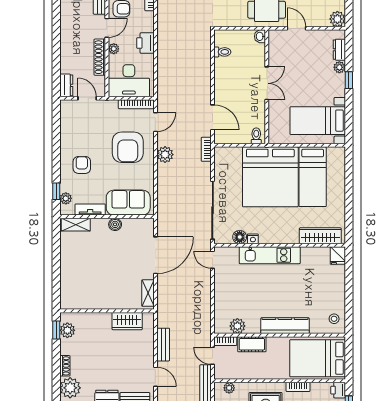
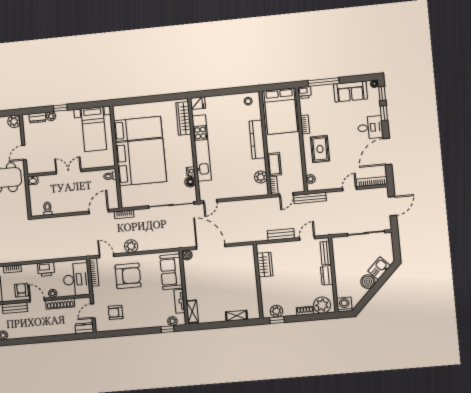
armchair: (82, 165) -> (116, 312), moved
boiler: (115, 224) -> (187, 255), moved
kitchen unit: (270, 255) -> (202, 148), width x1.36
shelving: (148, 293) -> (236, 316), moved

